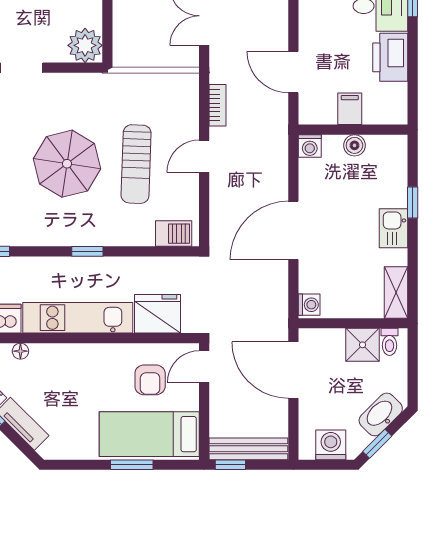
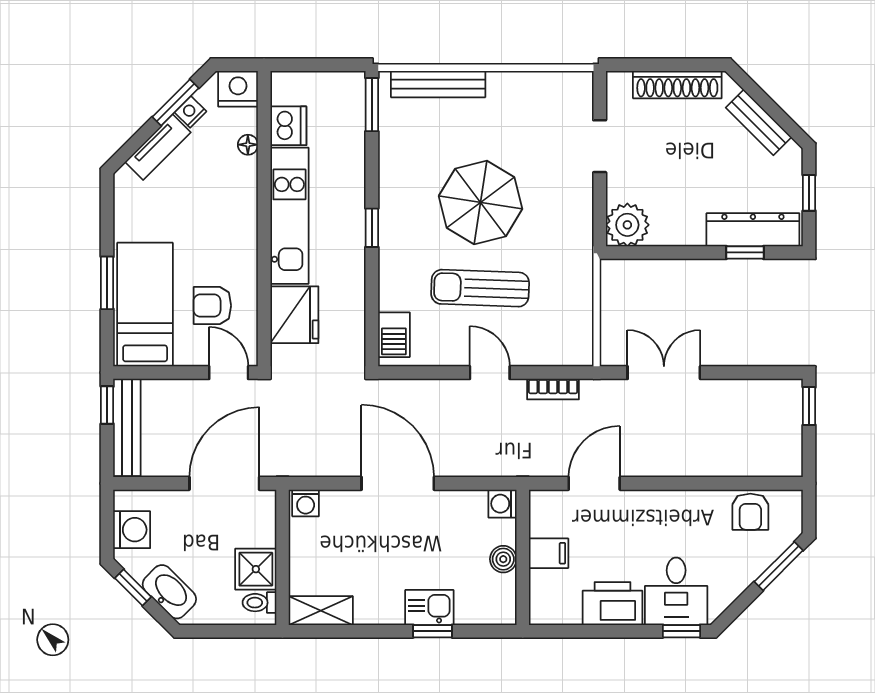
kitchen sink: (393, 228) -> (429, 607), moved

